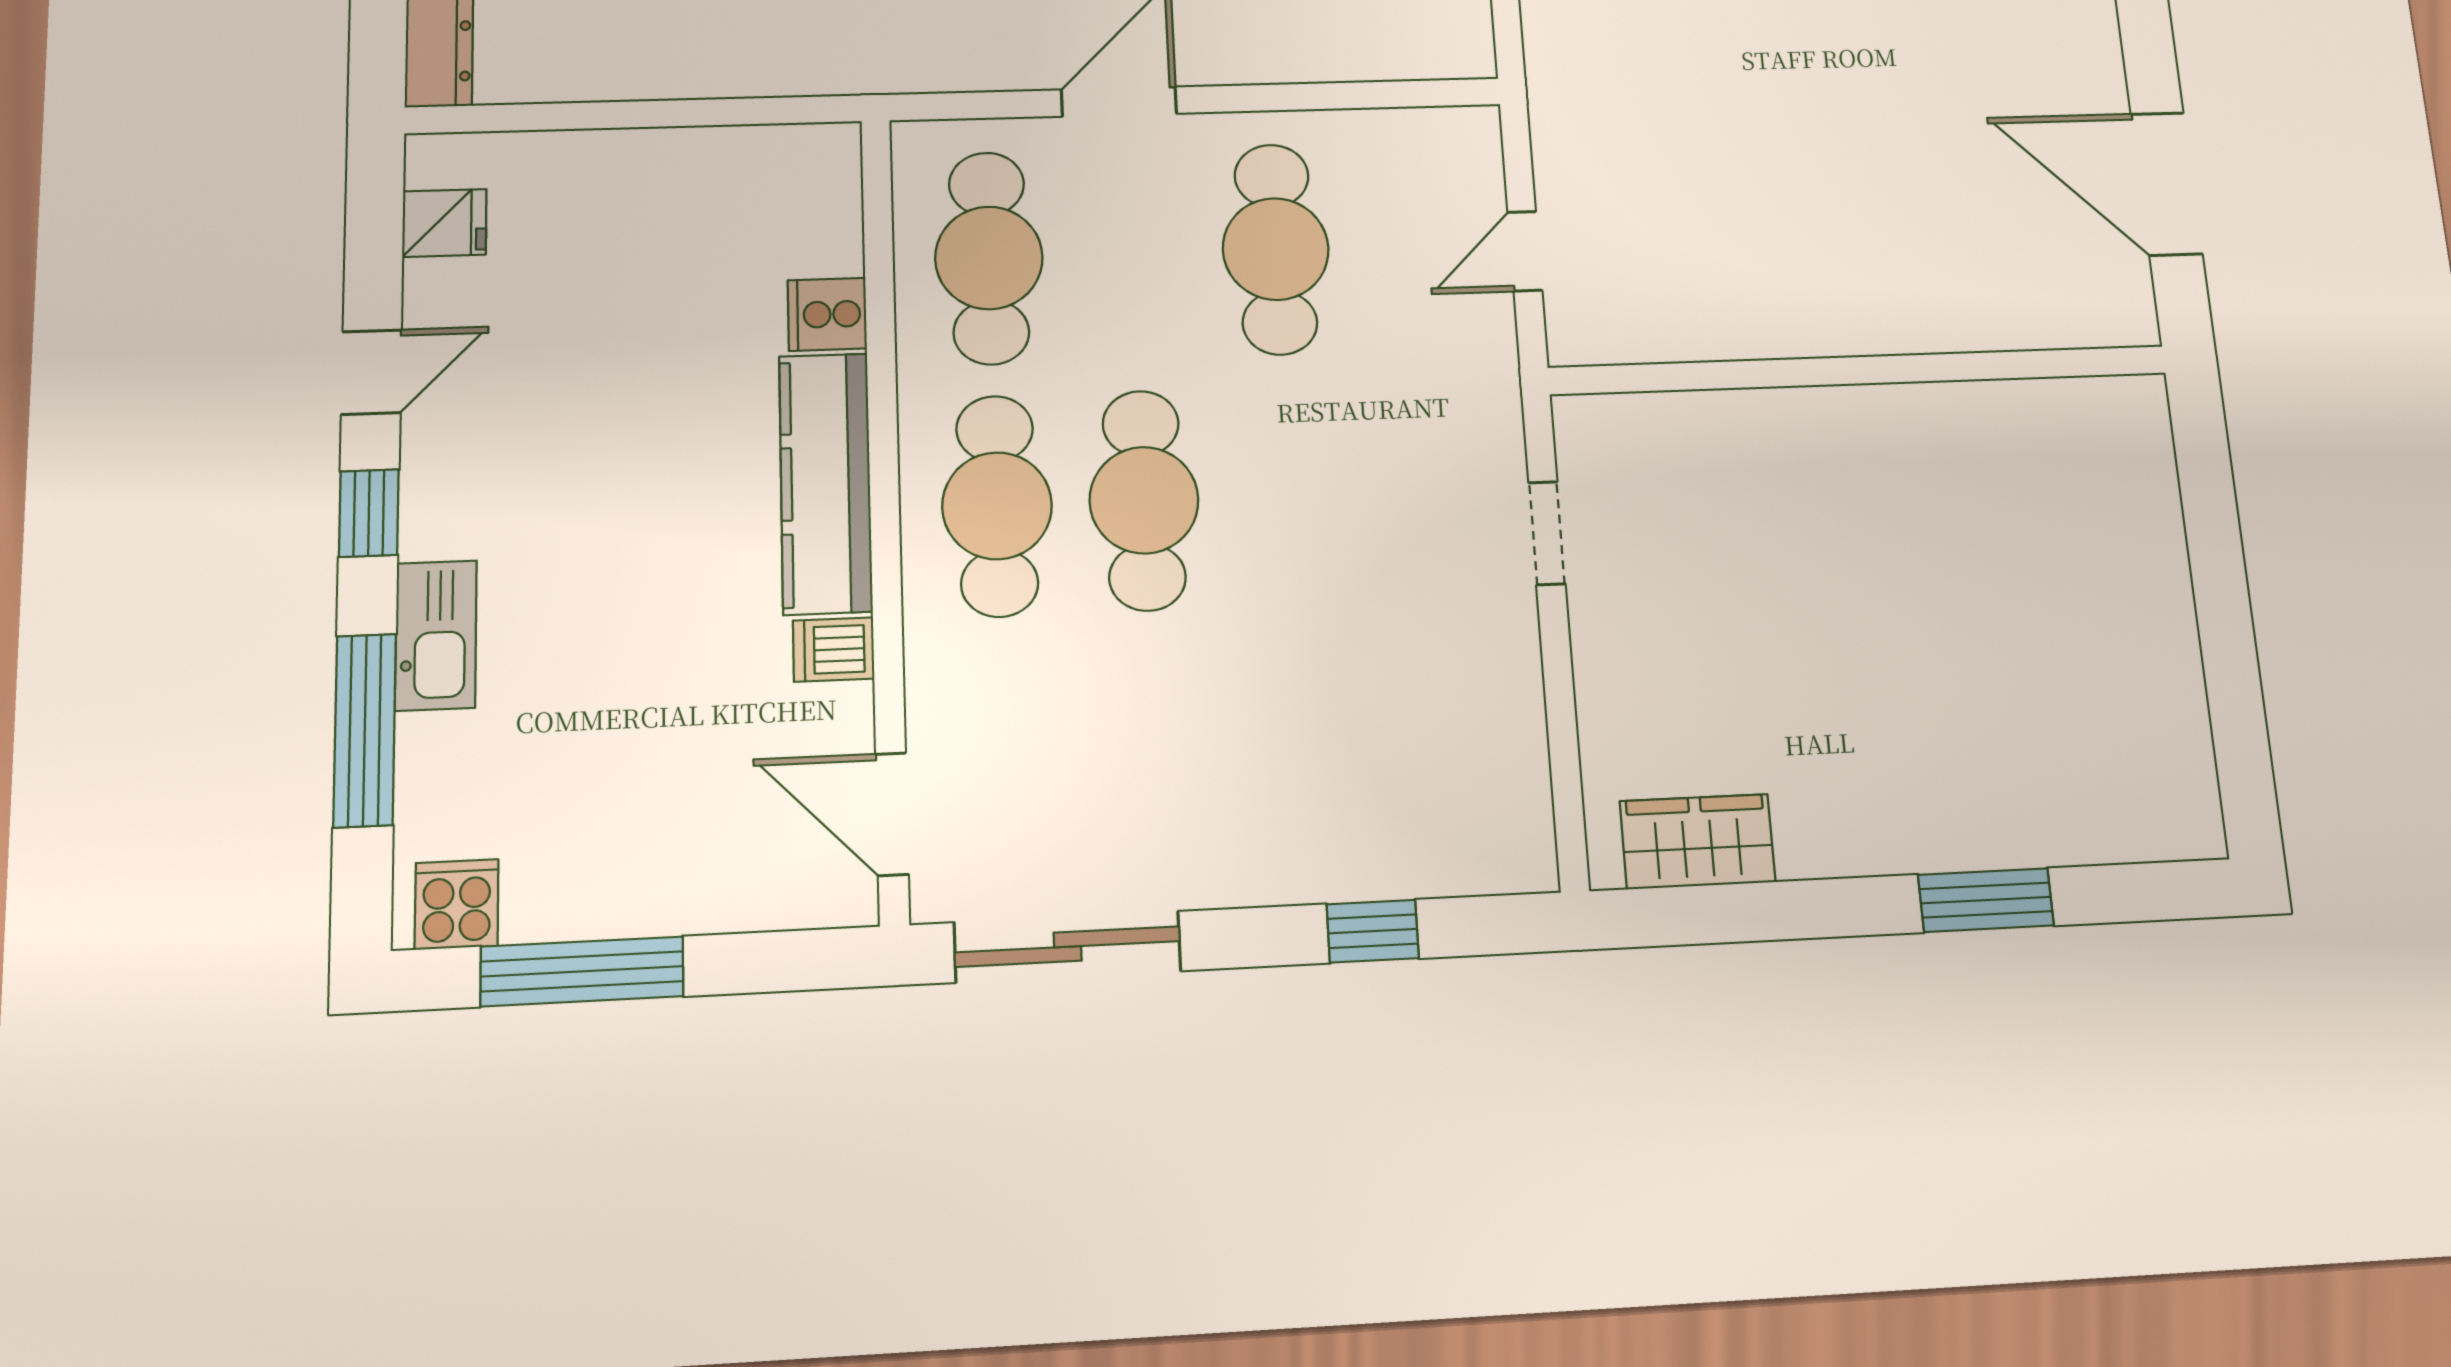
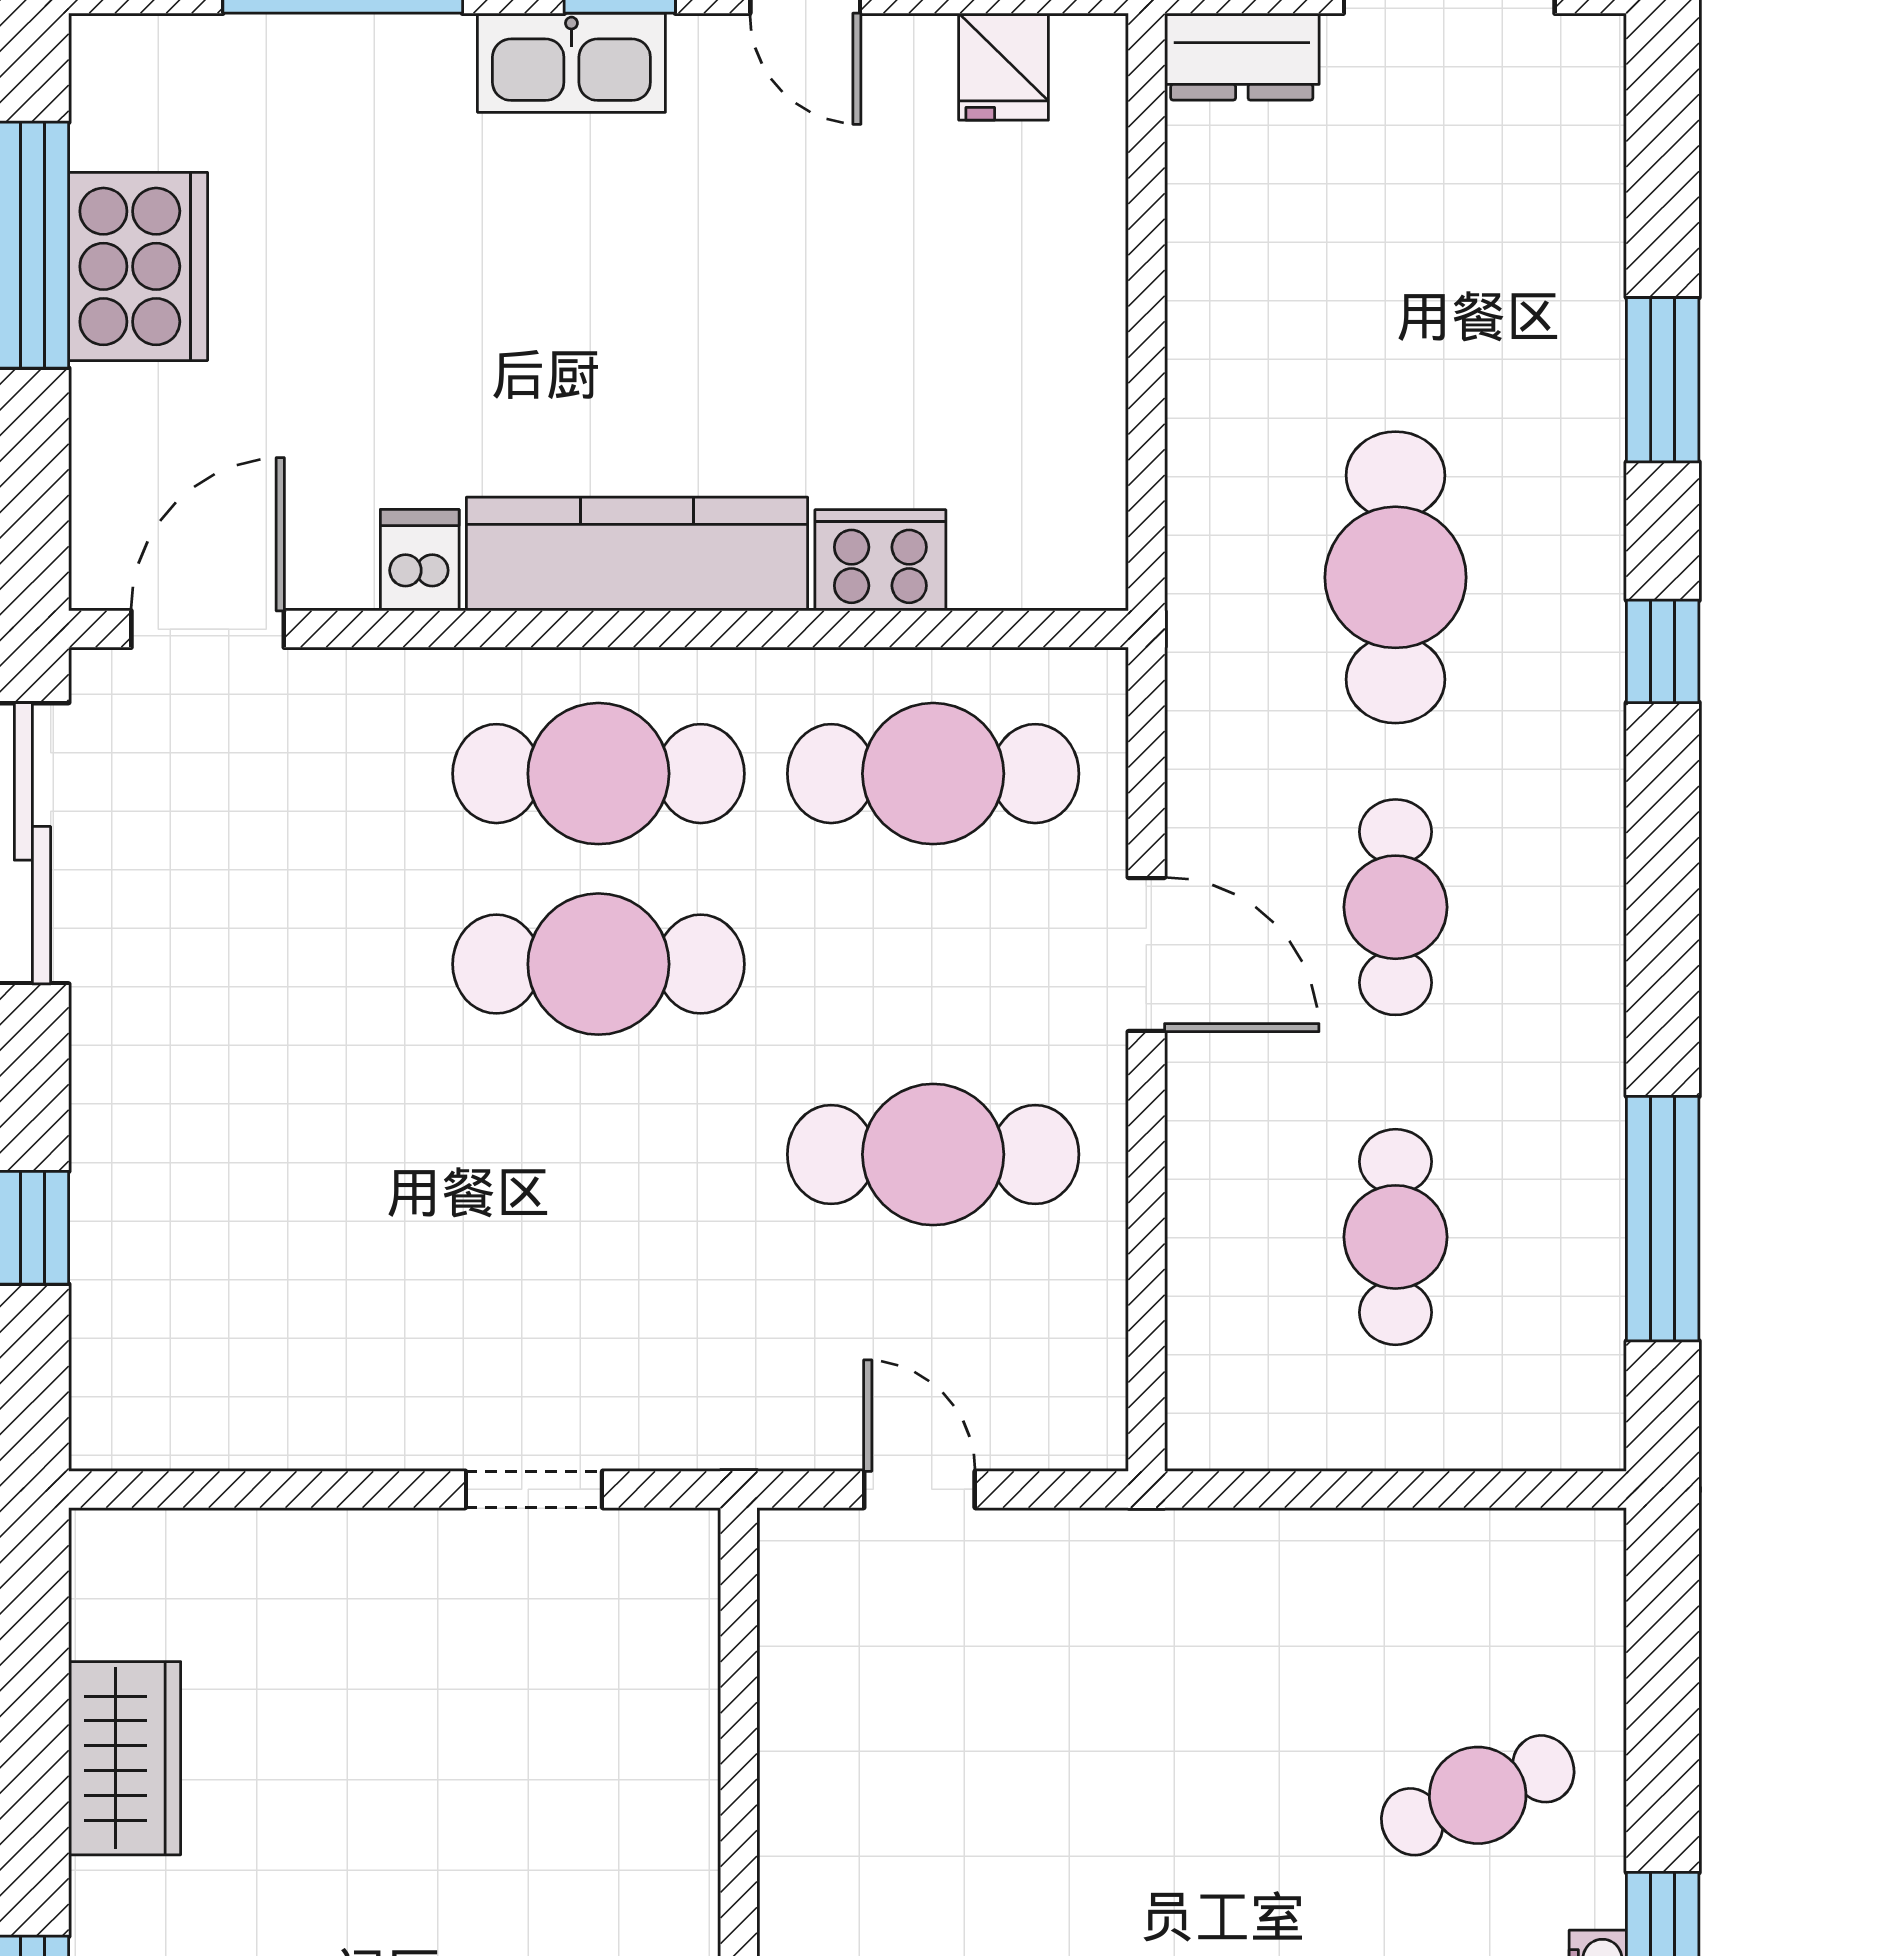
cooker: (827, 314) -> (880, 560), width x1.36
kitchen sink: (436, 635) -> (571, 63), moved
wardrobe: (1698, 842) -> (125, 1758), moved
cooker: (457, 904) -> (138, 266), moved, width x1.87, depth x1.31

